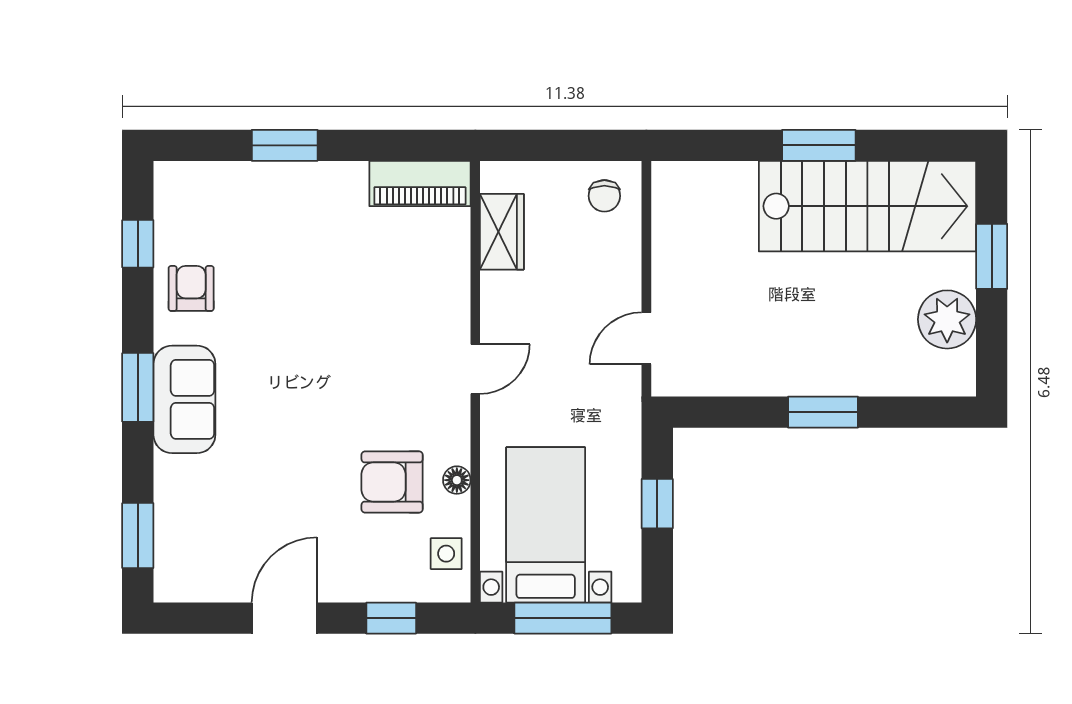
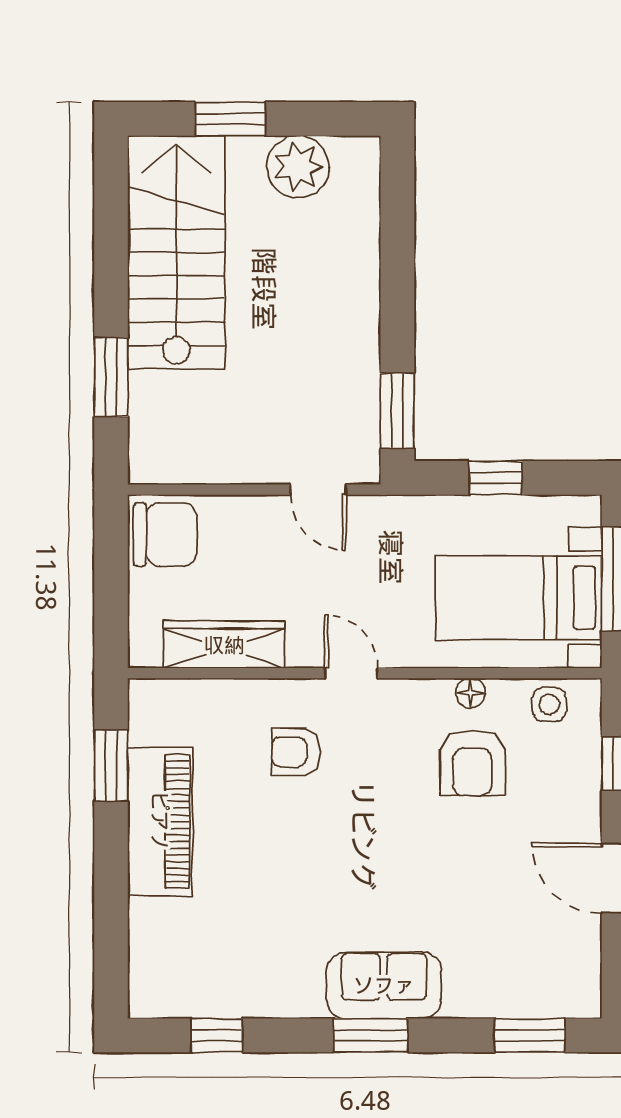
window: (285, 145) -> (111, 766), moved
window: (819, 145) -> (111, 377), moved
piano: (420, 184) -> (160, 821), moved, width x1.37, depth x1.33
chair: (604, 196) -> (165, 535), width x1.87, depth x1.87
wardrobe: (502, 232) -> (224, 645), width x1.50
armchair: (191, 288) -> (296, 752), moved
window: (823, 412) -> (397, 411), moved

